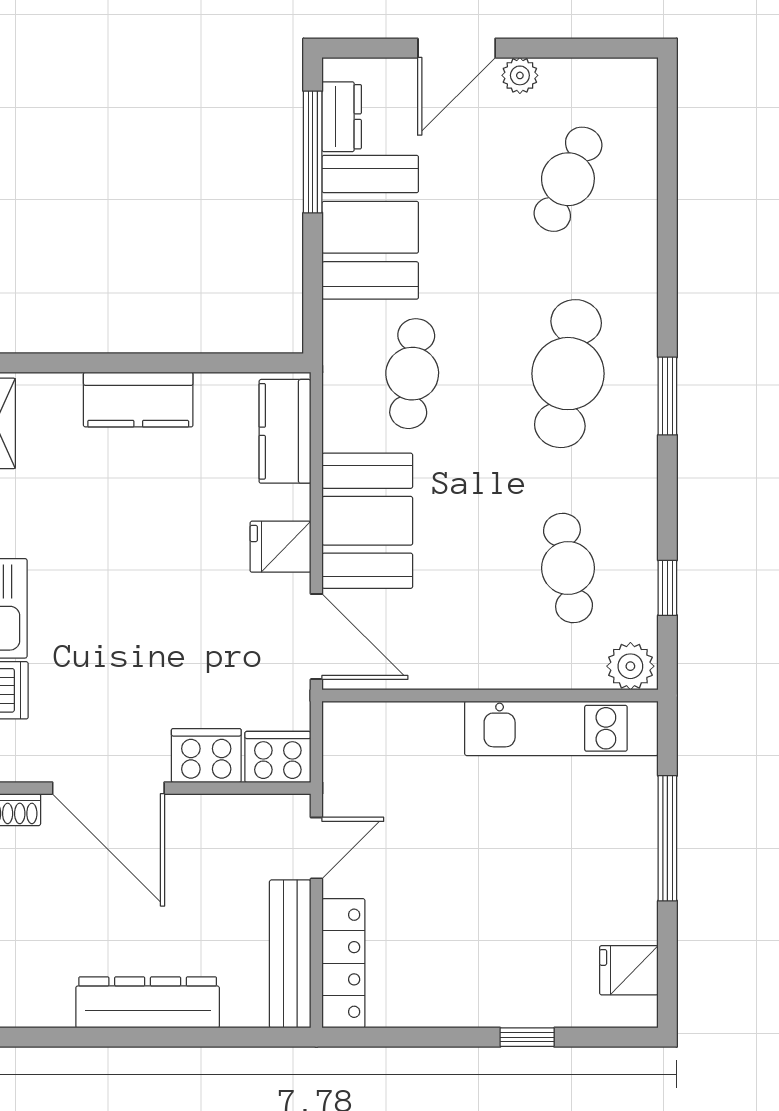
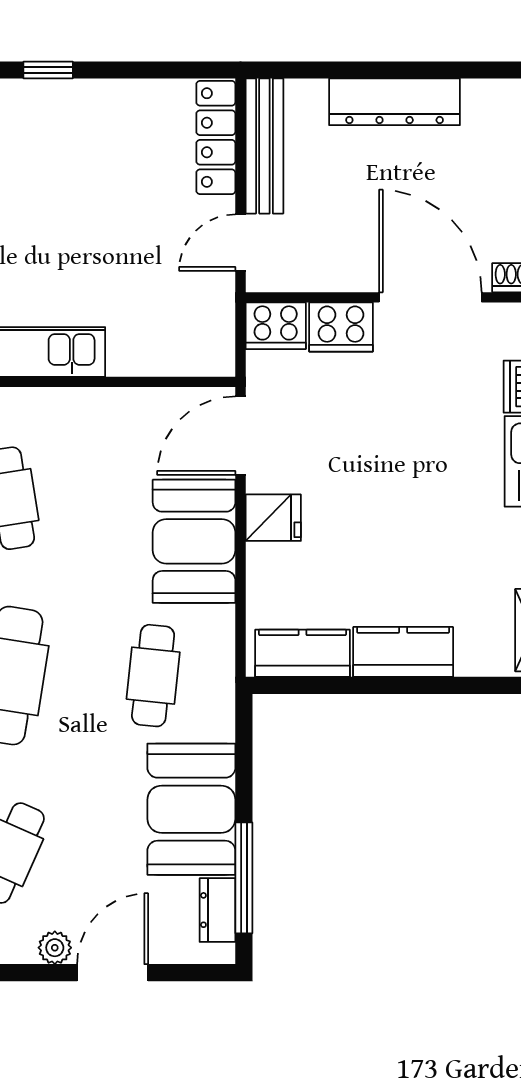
kitchen counter: (285, 431) -> (303, 653), moved, turned -90
door: (316, 637) -> (240, 436), hinge flipped

